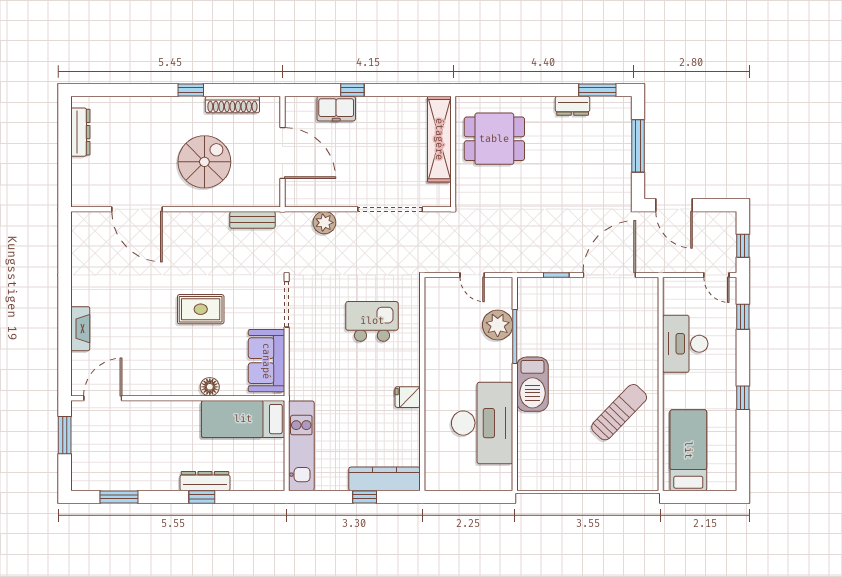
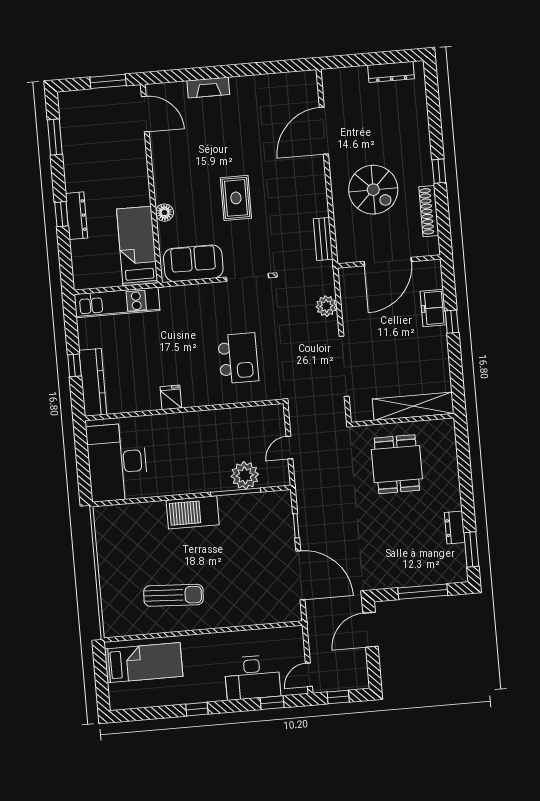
dining table: (494, 139) -> (397, 464), moved
desk: (685, 344) -> (252, 677), moved, turned 180
sun lounger: (619, 412) -> (174, 595), turned -41
desk: (482, 423) -> (117, 462), moved, turned 90

